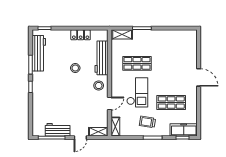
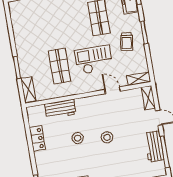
workbench: (102, 58) -> (60, 109), width x0.73
stool: (99, 86) -> (107, 137), moved

